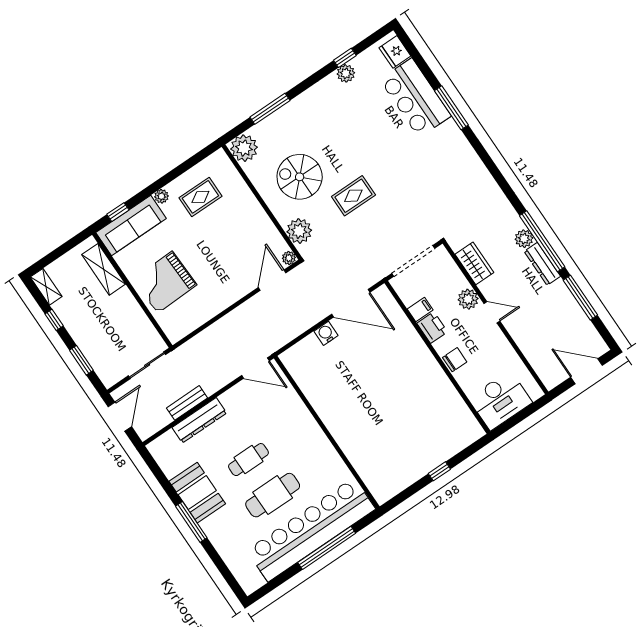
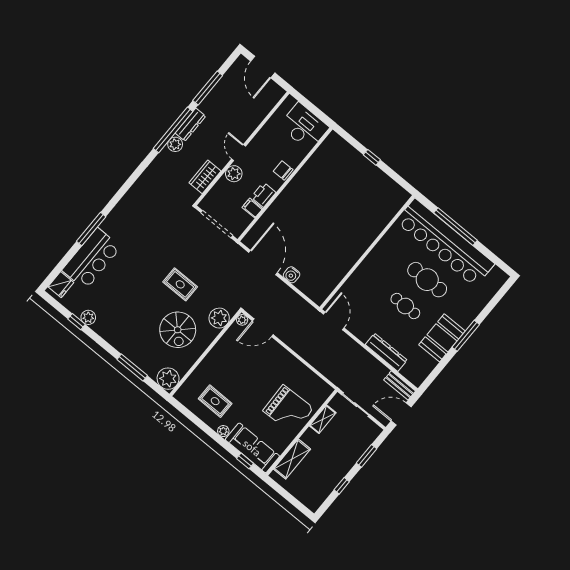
shelving: (46, 287) -> (323, 419), moved
bench: (187, 403) -> (400, 385), moved

